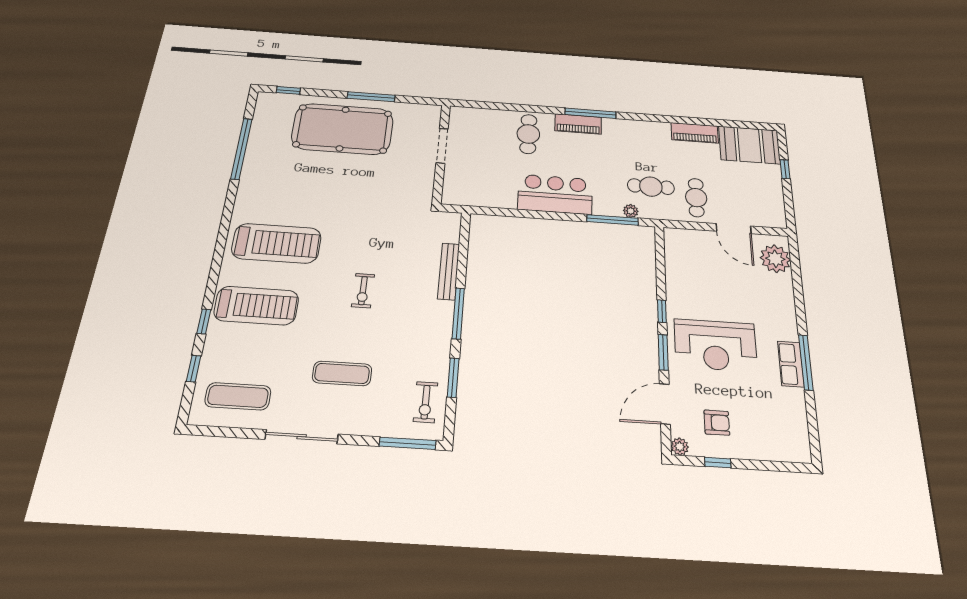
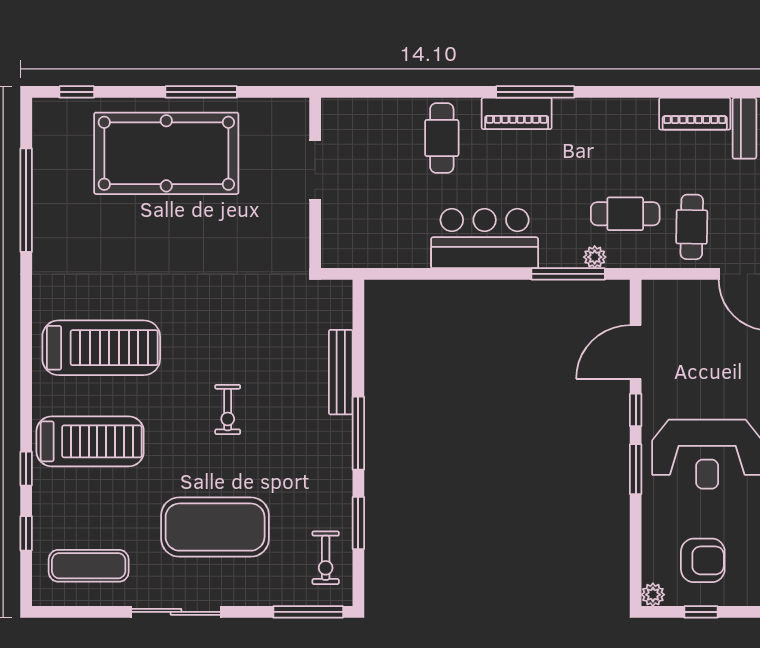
exercise mat: (342, 373) -> (215, 527), width x2.00, depth x1.45
door: (665, 404) -> (636, 352), moved
armchair: (717, 423) -> (703, 560), width x1.38, depth x1.38

